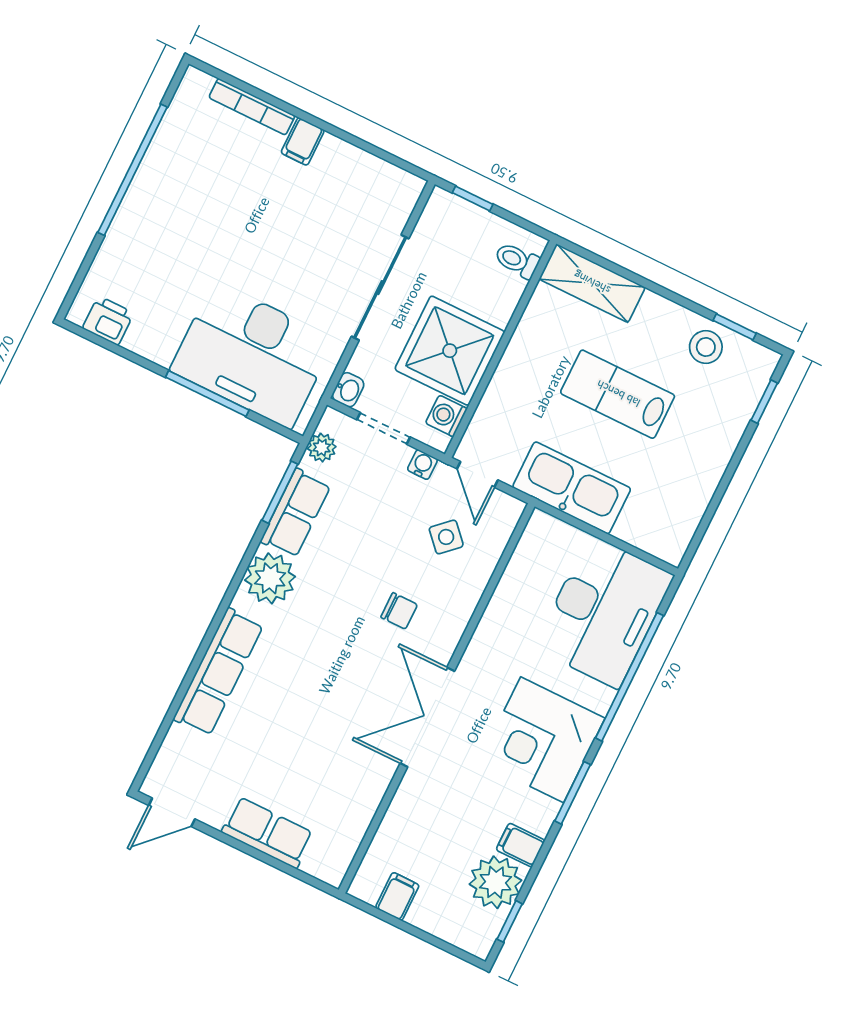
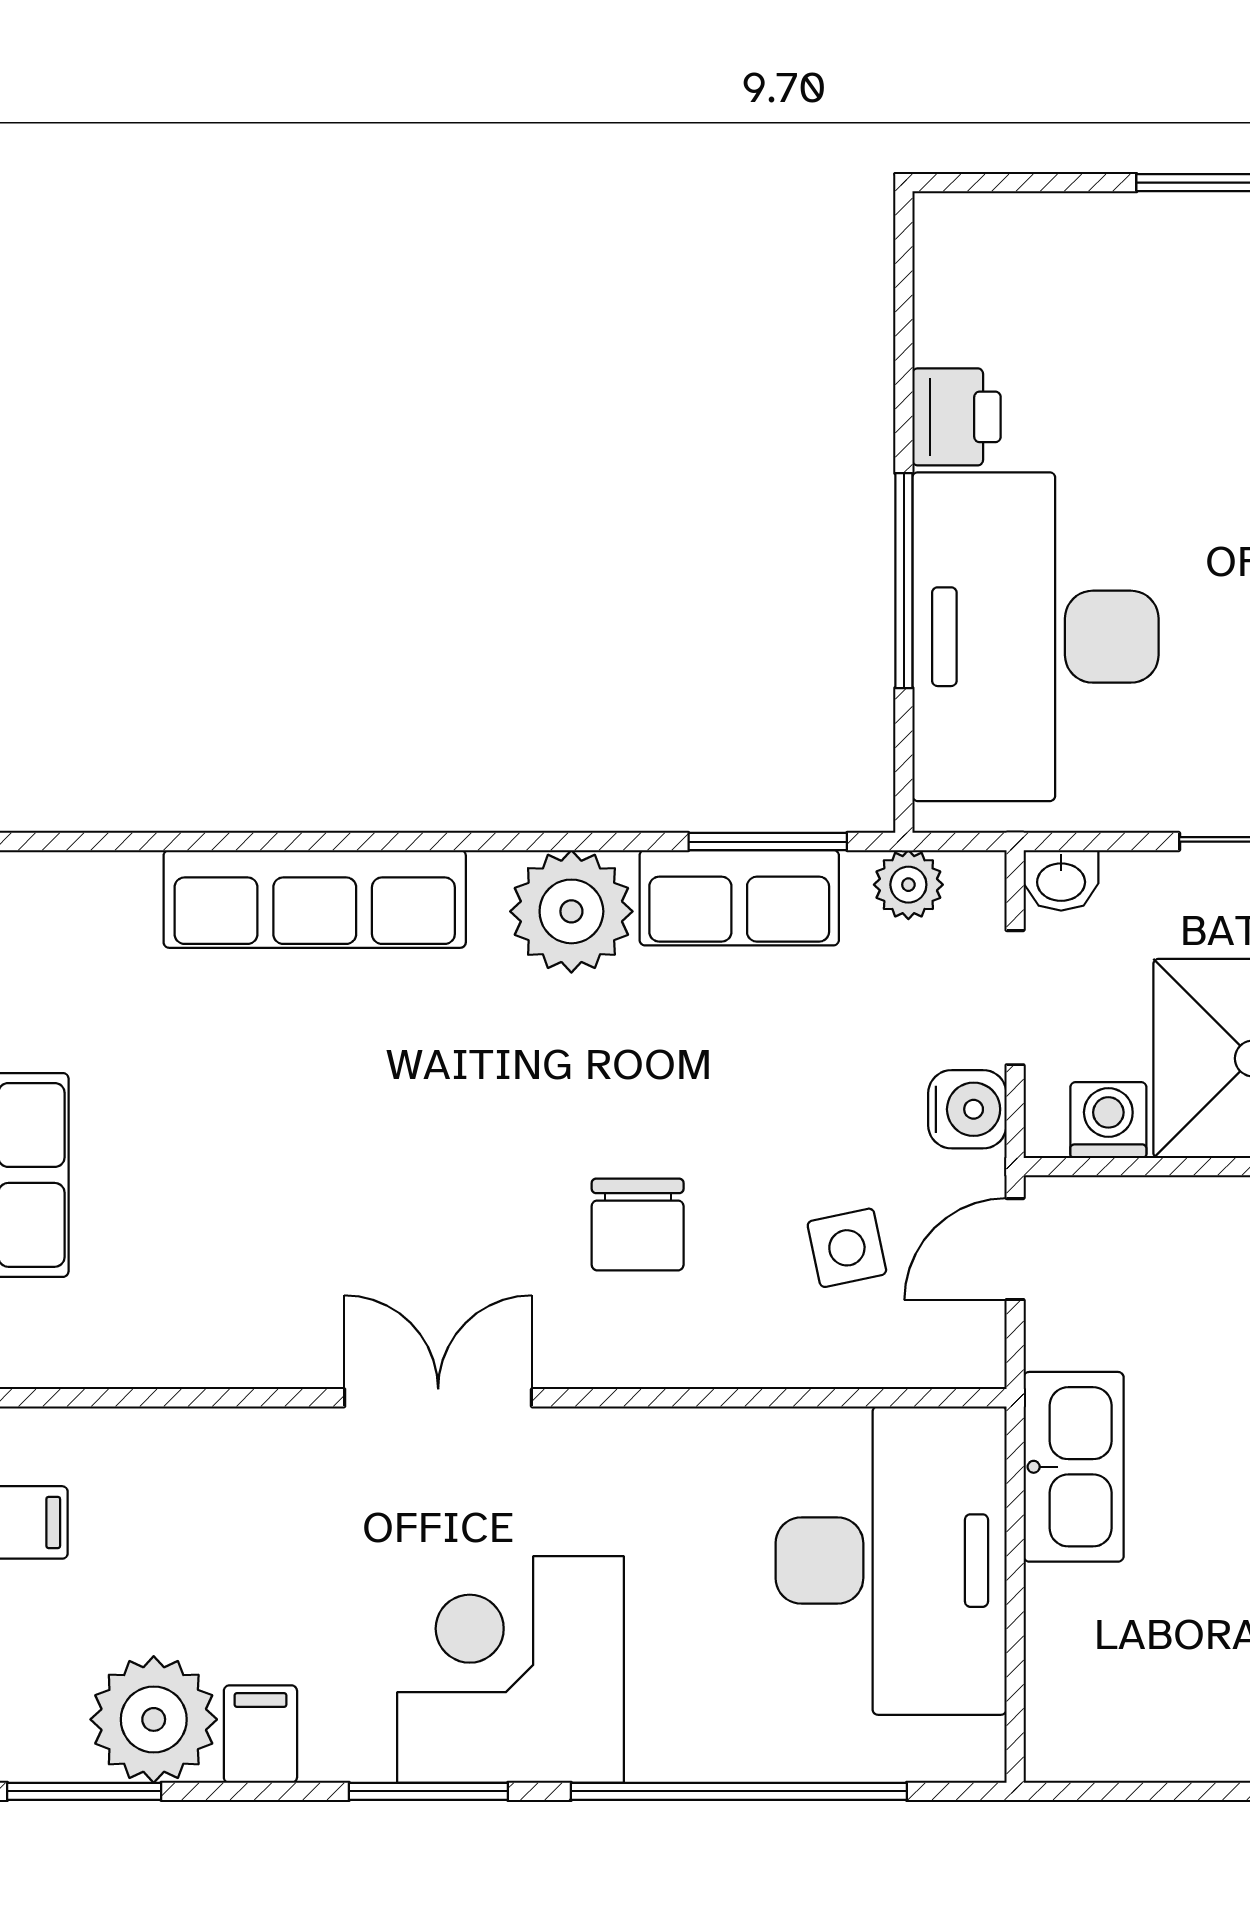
printer: (108, 321) -> (957, 417), moved
water cooler: (422, 465) -> (967, 1109), width x1.38, depth x1.38
kitchen sink: (572, 488) -> (1074, 1467), width x0.73, depth x0.81
side table: (446, 537) -> (847, 1248), turned 31
chair: (399, 611) -> (638, 1224), width x1.37, depth x1.37
desk: (604, 612) -> (891, 1561), moved, turned -90
double door: (427, 717) -> (438, 1398), width x0.73
window: (510, 921) -> (84, 1791), width x1.50

